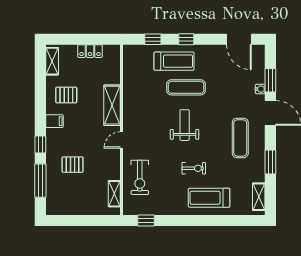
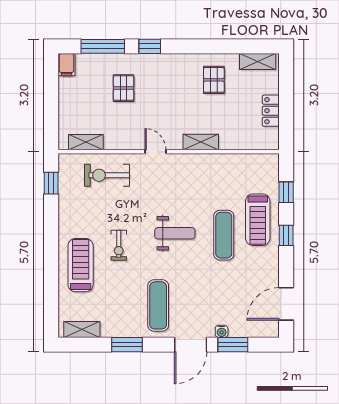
shelving: (112, 105) -> (201, 142), width x0.67, depth x0.75
filing cabinet: (54, 121) -> (67, 65), moved
exercise mat: (240, 138) -> (158, 305), turned 90

